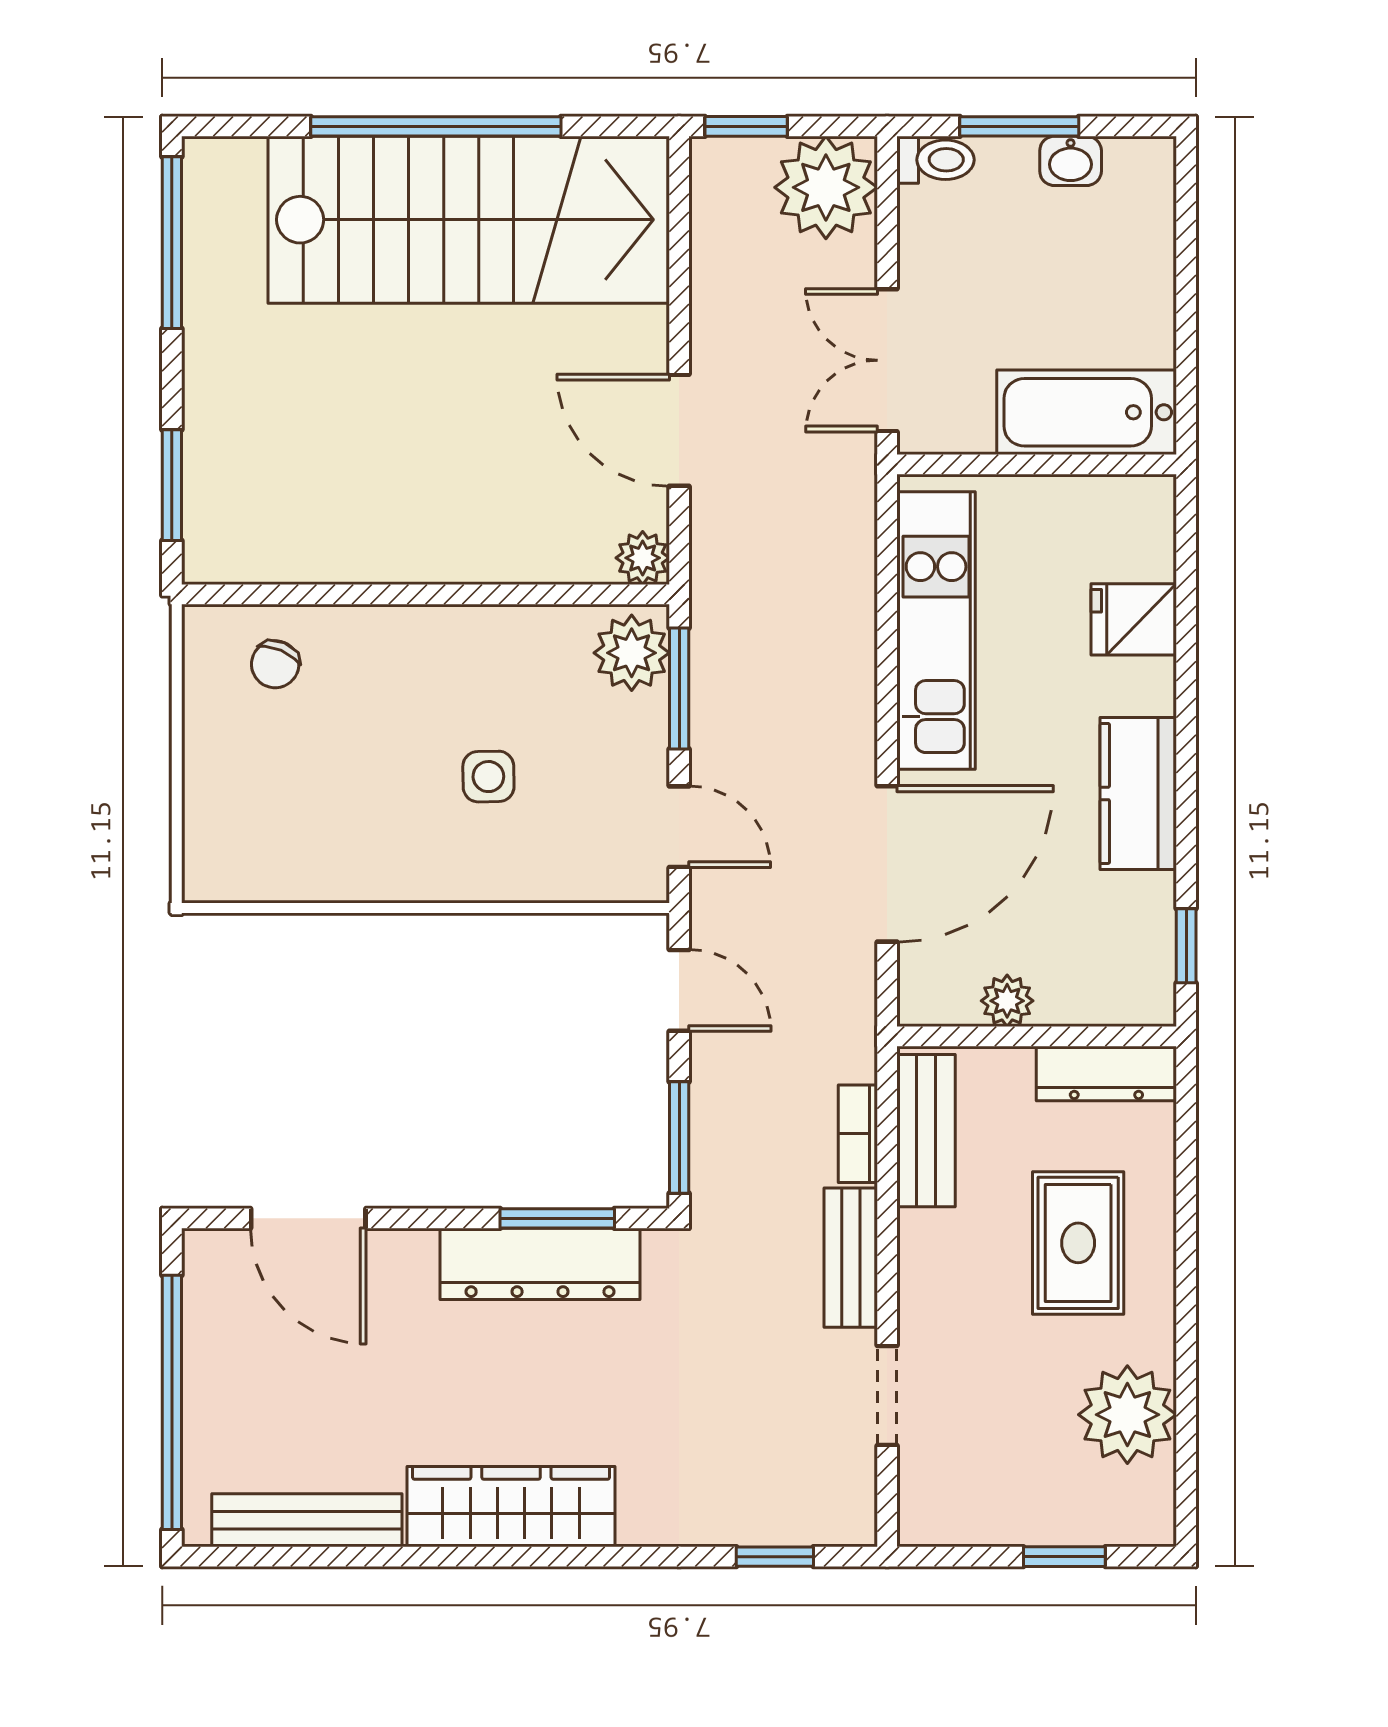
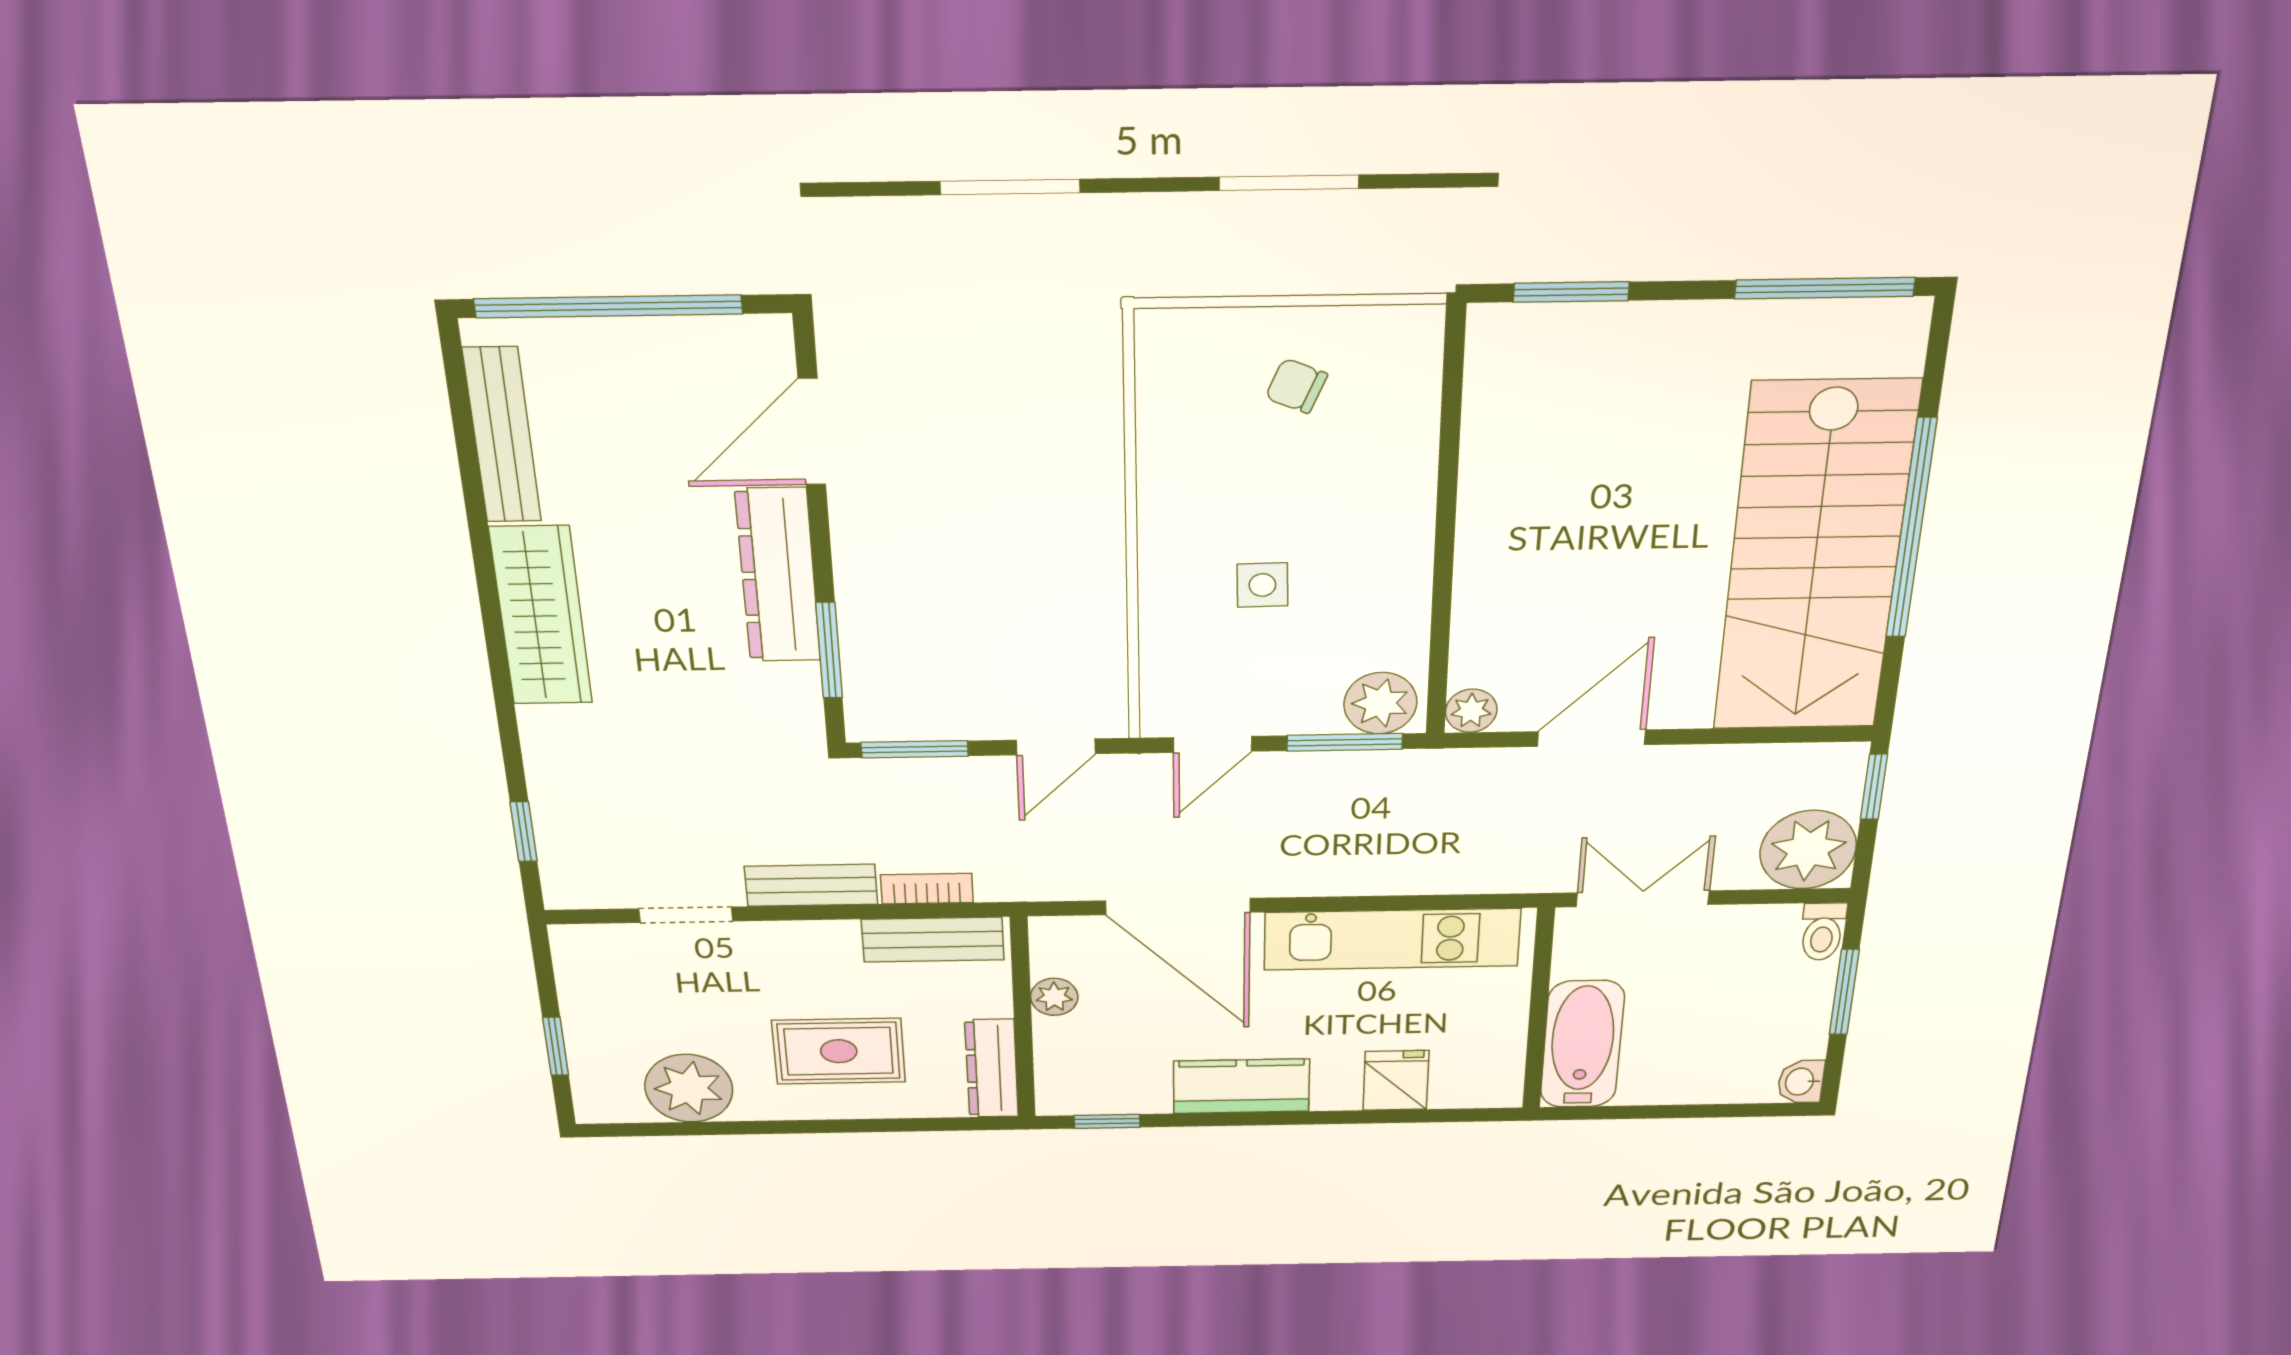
washbasin: (1071, 161) -> (1801, 1082), moved
chair: (275, 664) -> (1296, 386), moved
dresser: (540, 1264) -> (778, 575), moved

